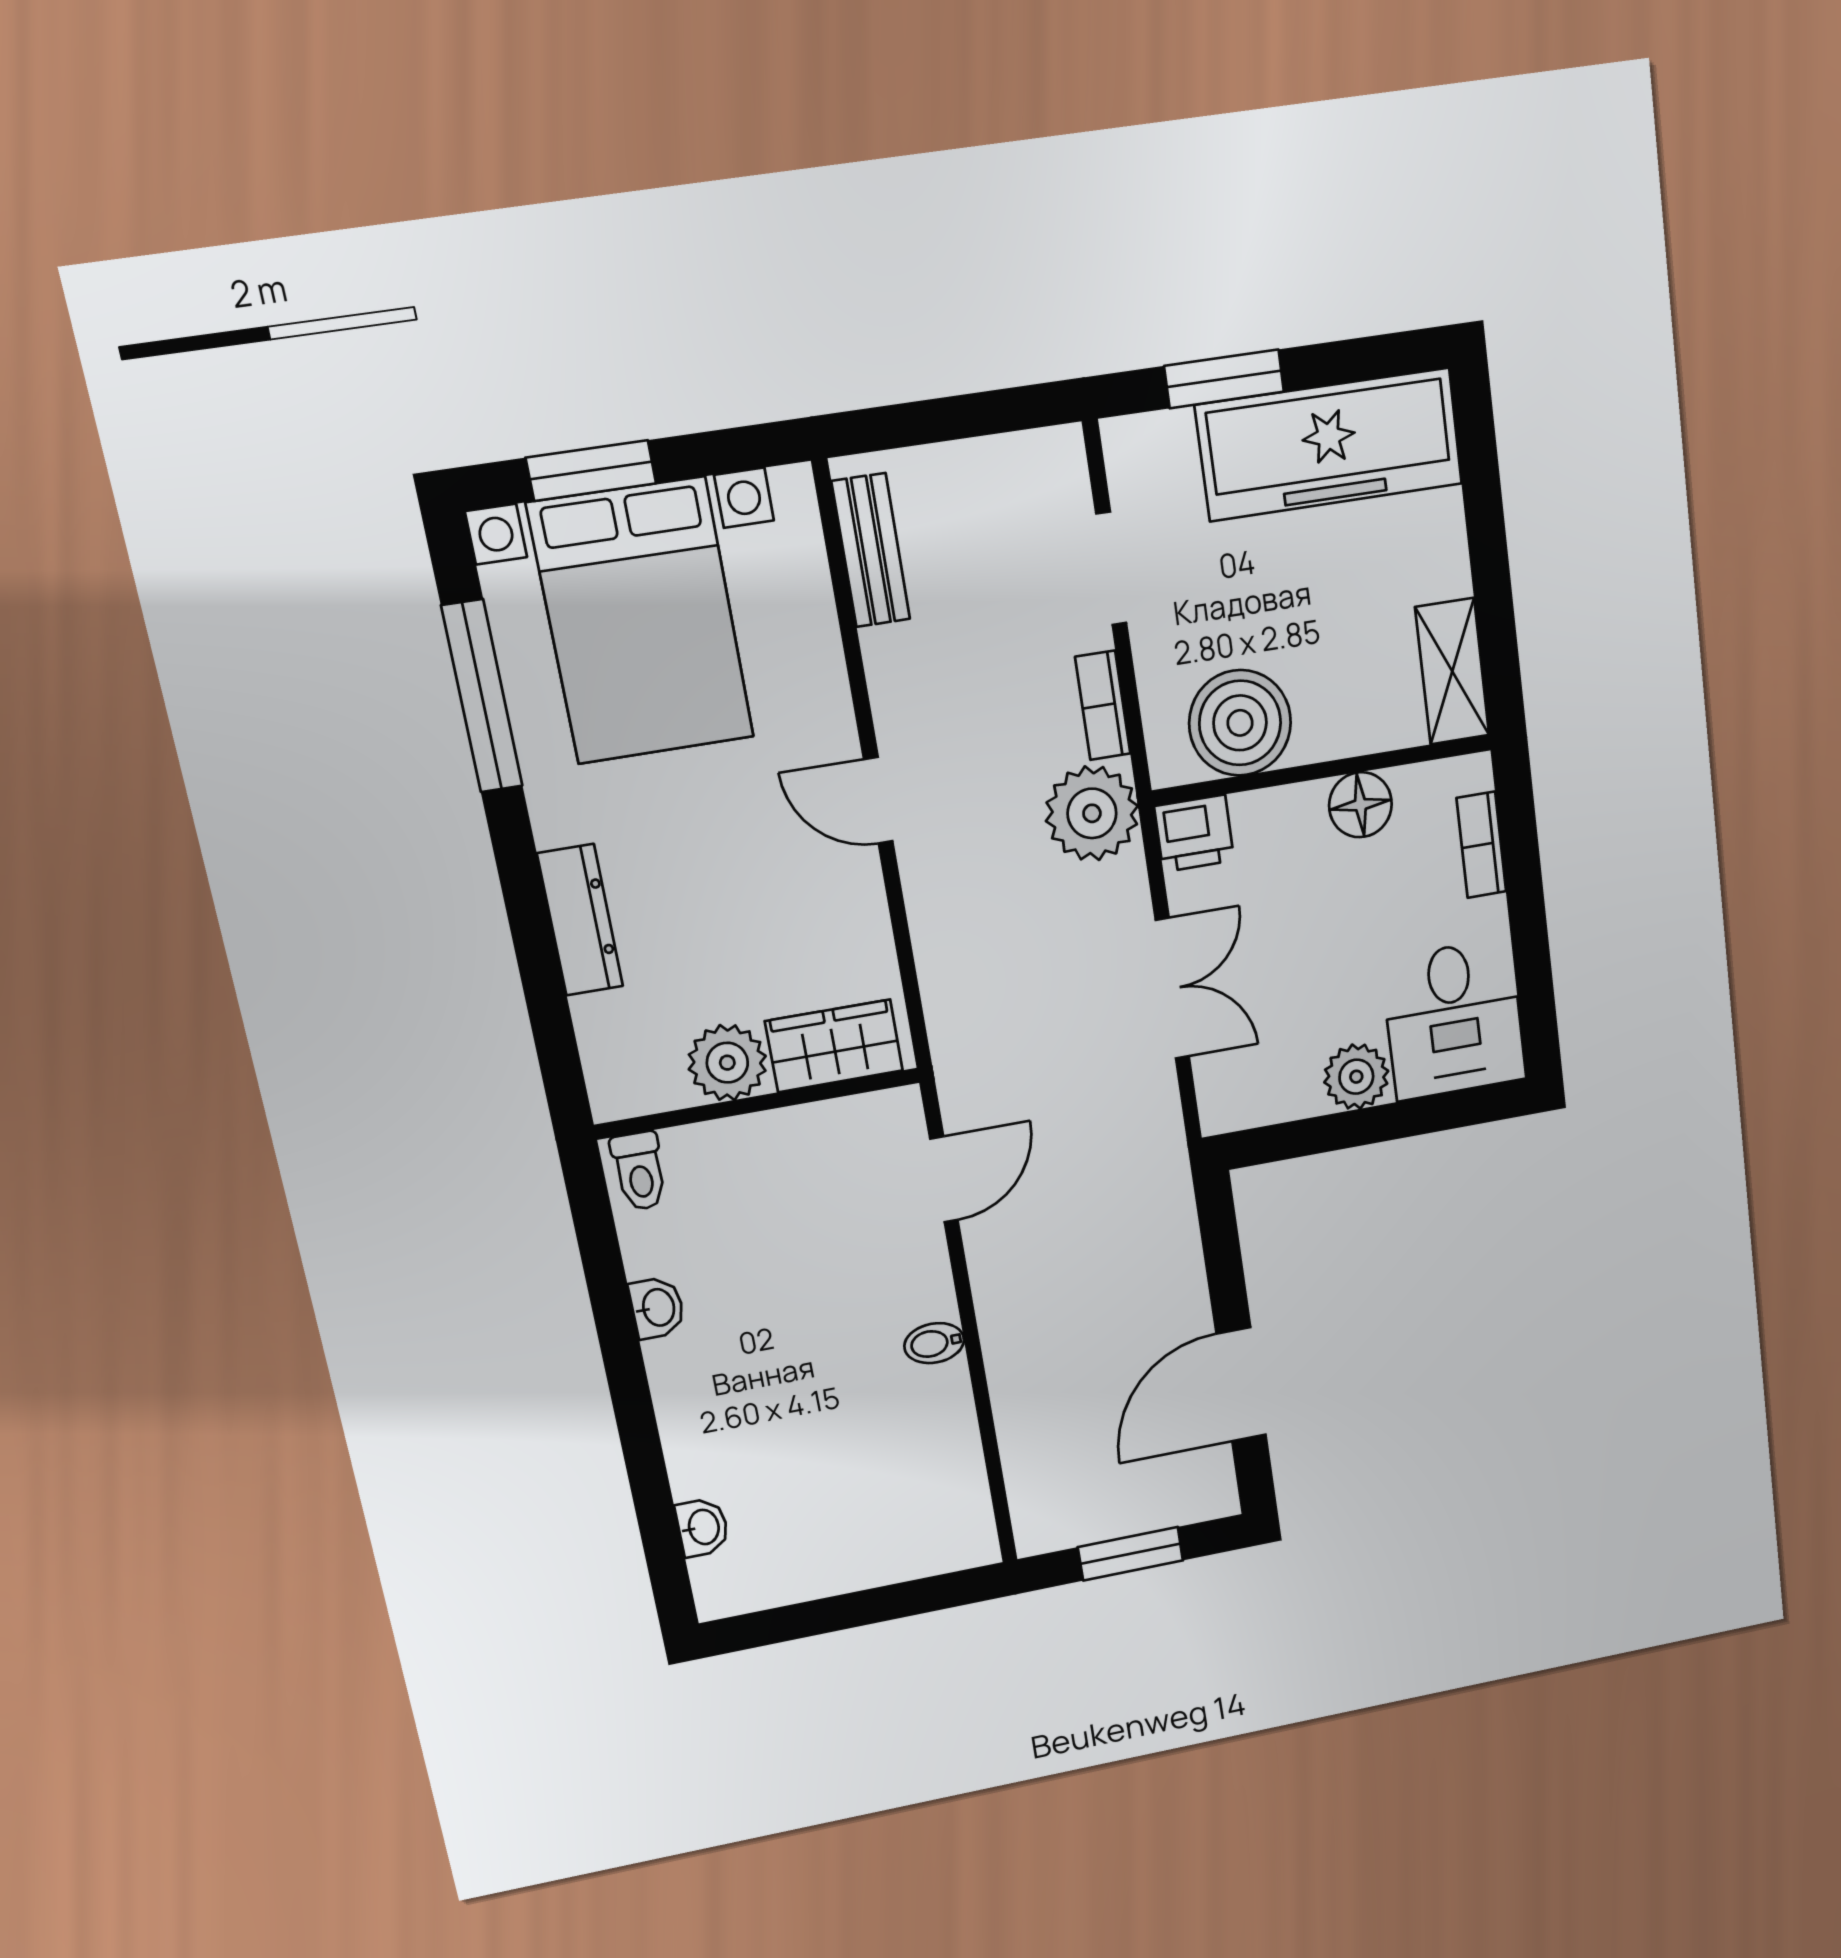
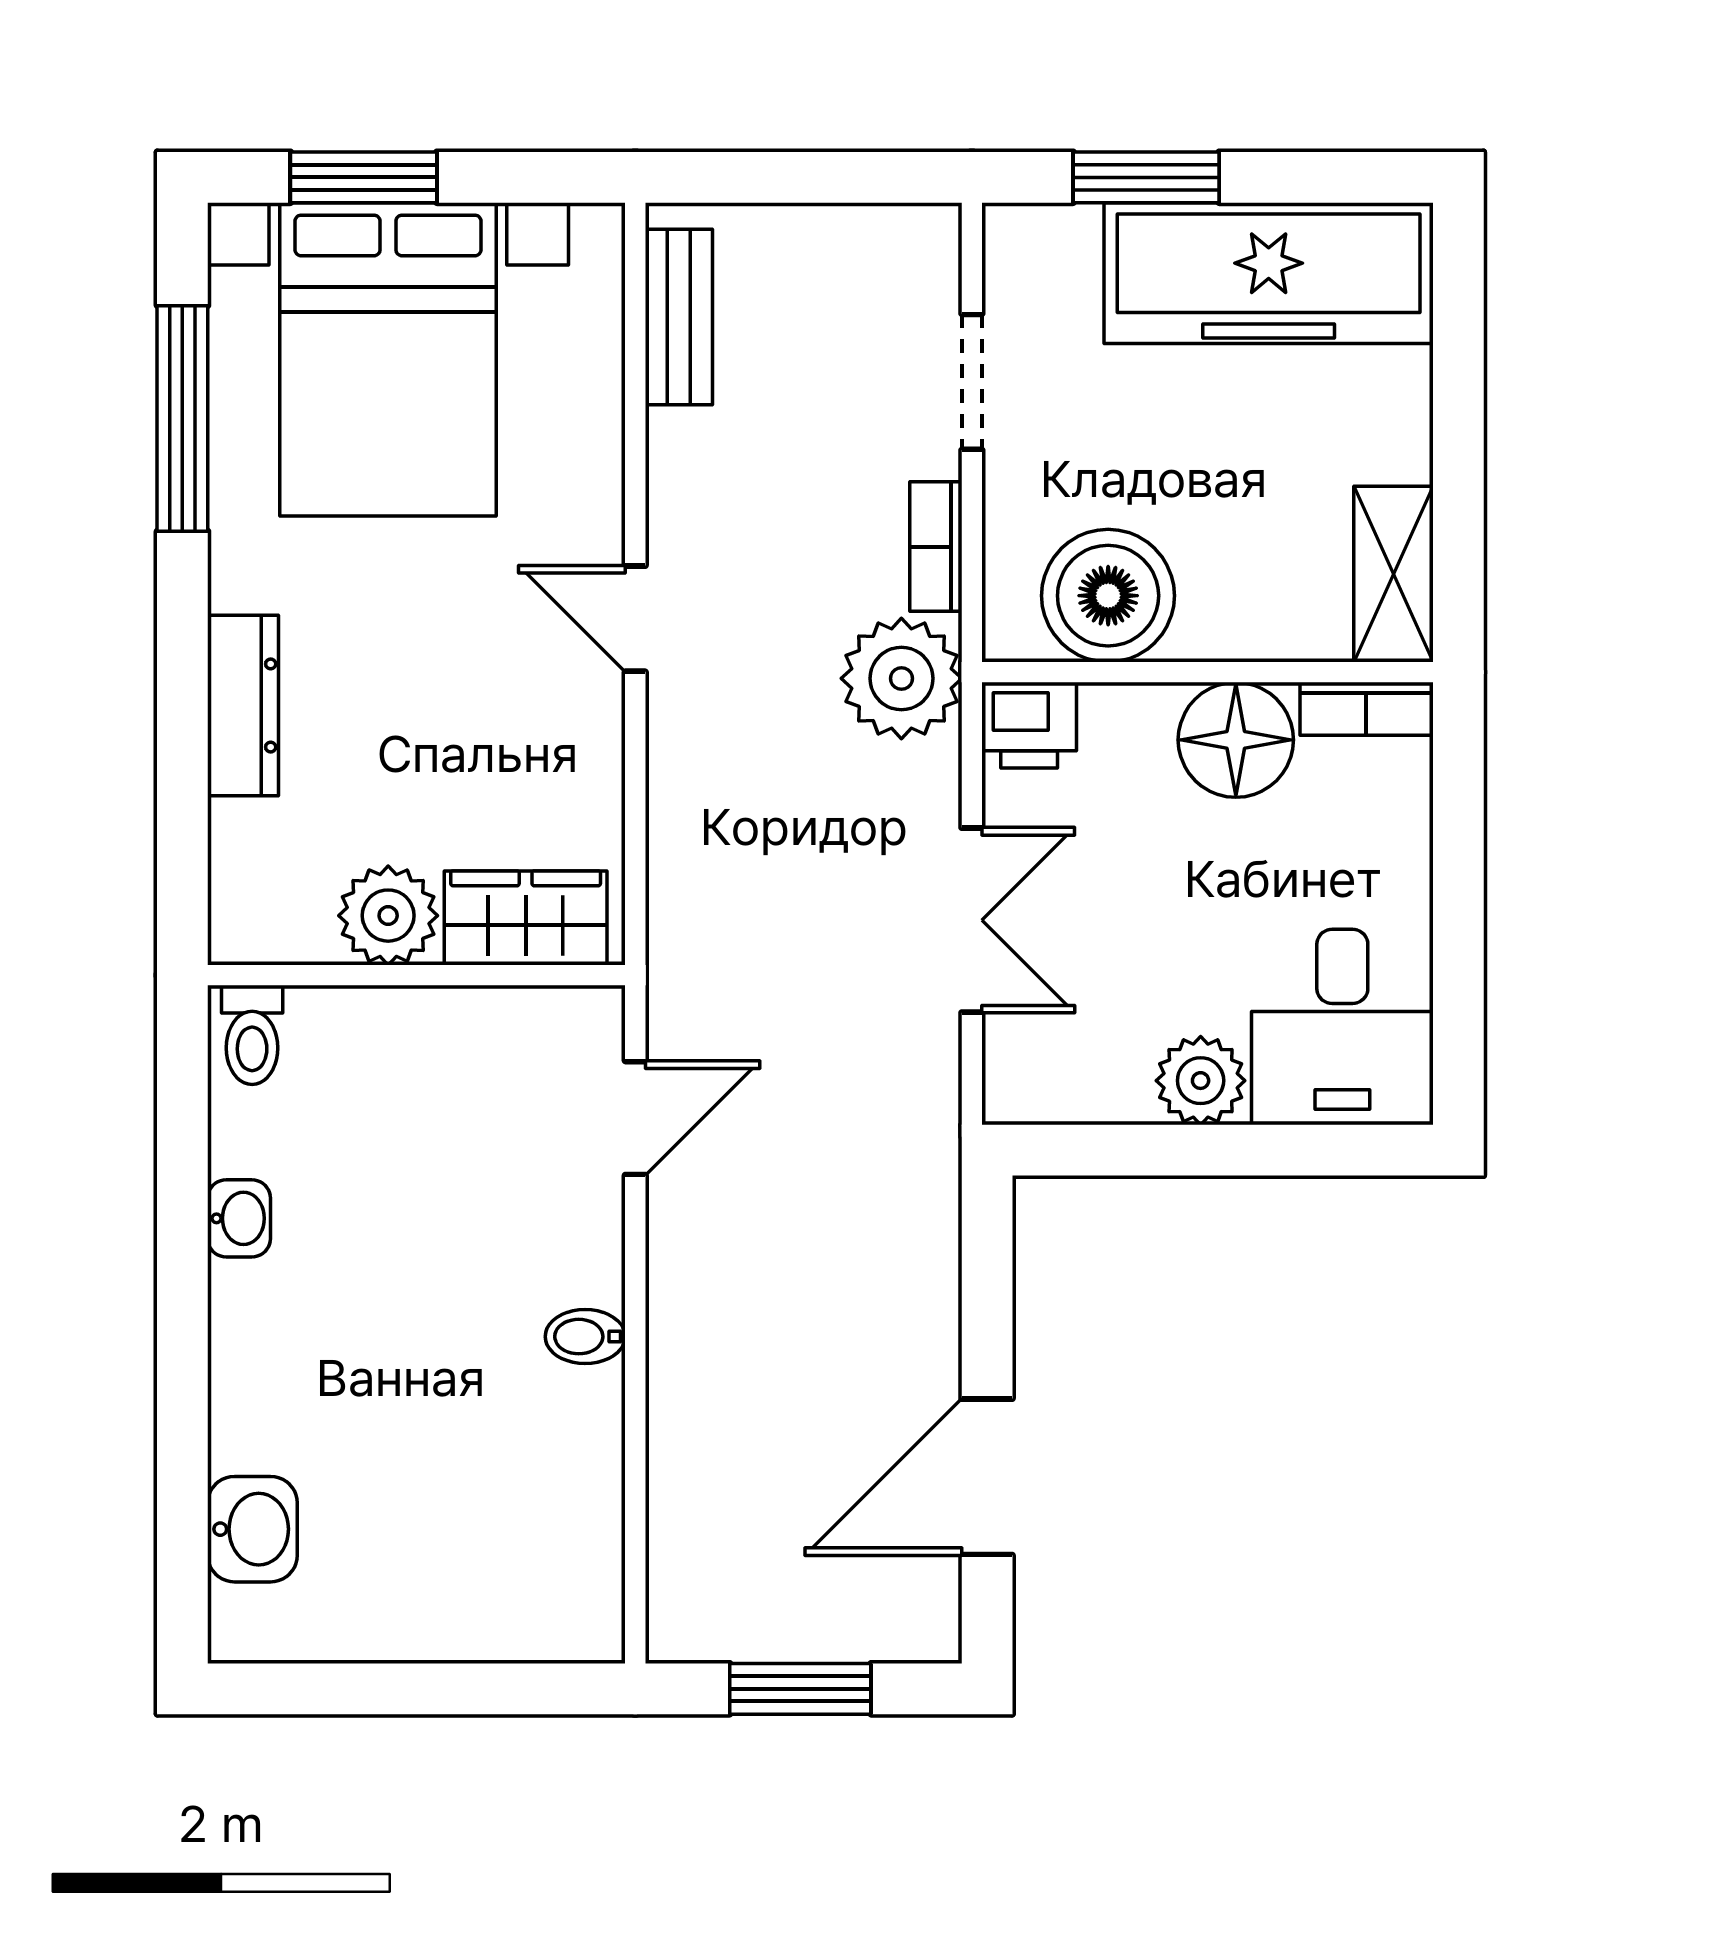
floor lamp: (1360, 805) -> (1236, 740), width x1.38, depth x1.38
bookcase: (1481, 845) -> (1366, 709), moved, turned -90
washbasin: (702, 1527) -> (252, 1529), width x1.38, depth x1.45

